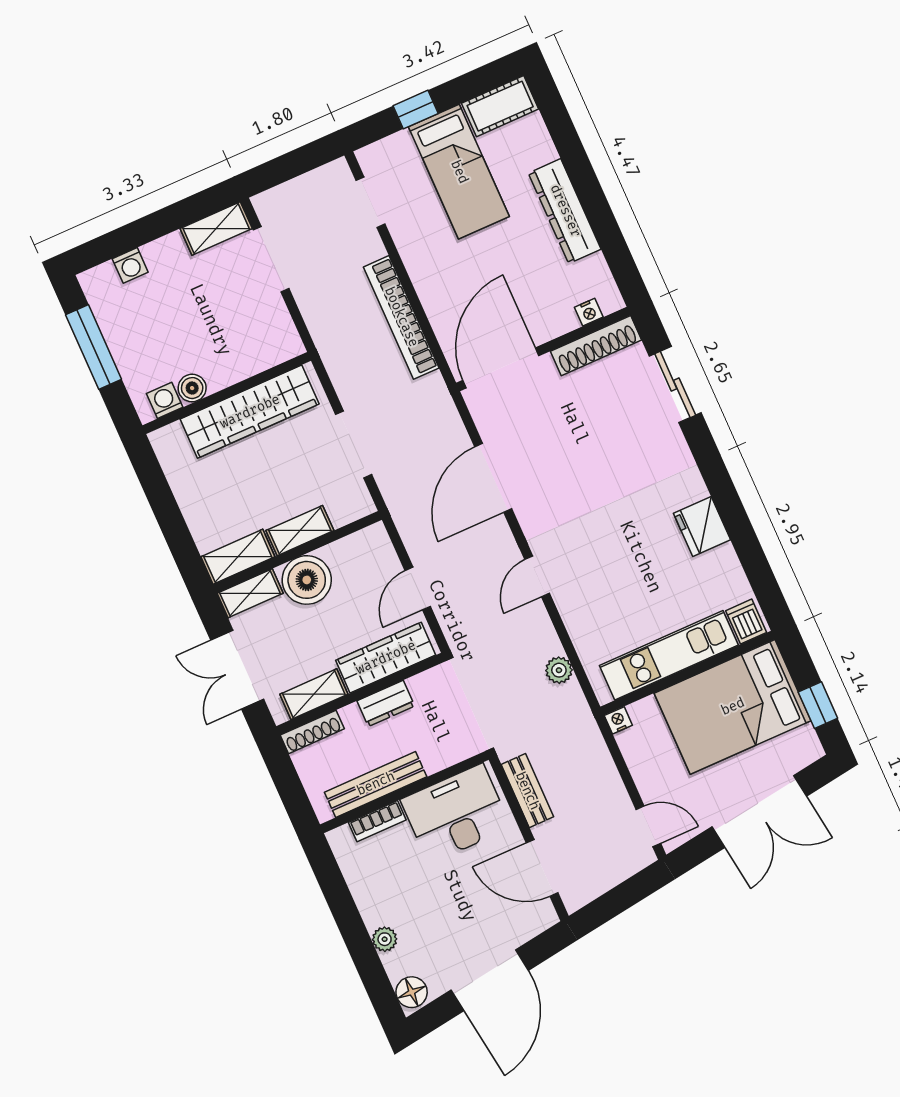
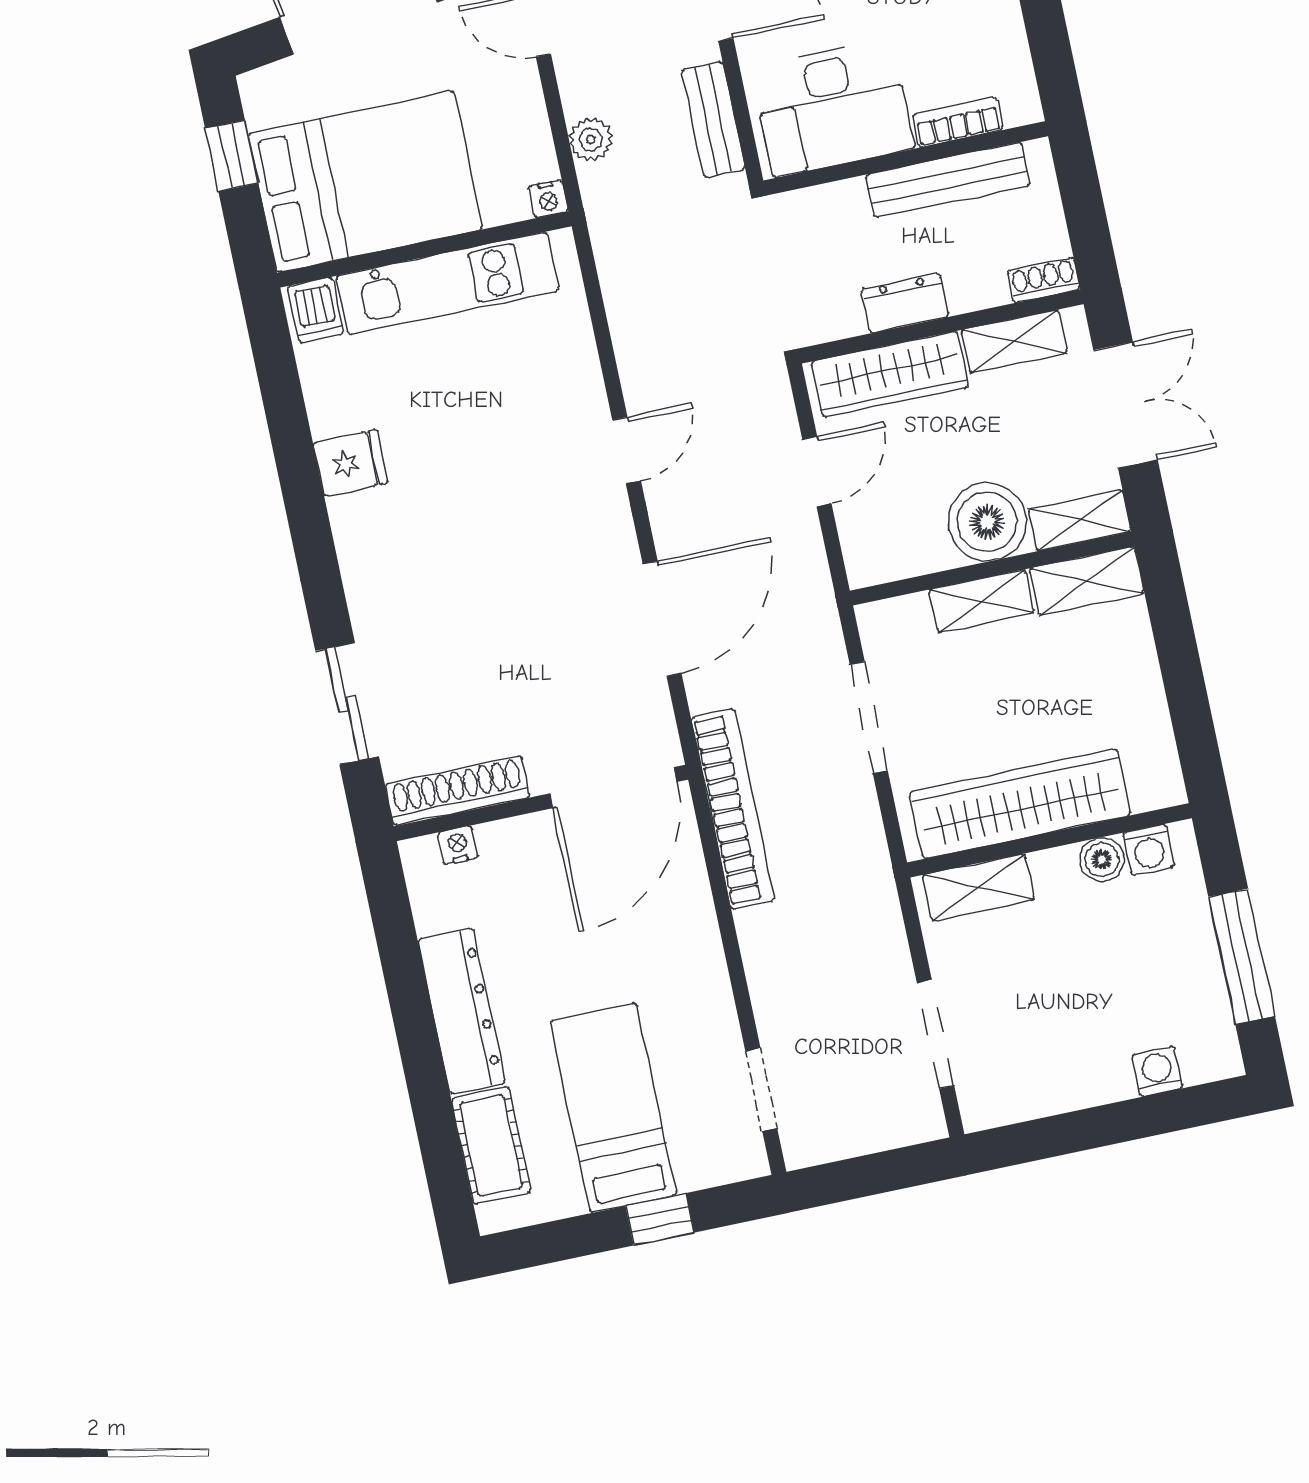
cot: (500, 106) -> (491, 1146), moved, turned 90
shelving: (216, 229) -> (978, 887), moved
bookcase: (401, 317) -> (733, 809), moved
fridge: (702, 526) -> (351, 463), width x0.72
plant: (559, 670) -> (591, 139), moved
shoe rack: (312, 732) -> (1044, 280), width x0.70

